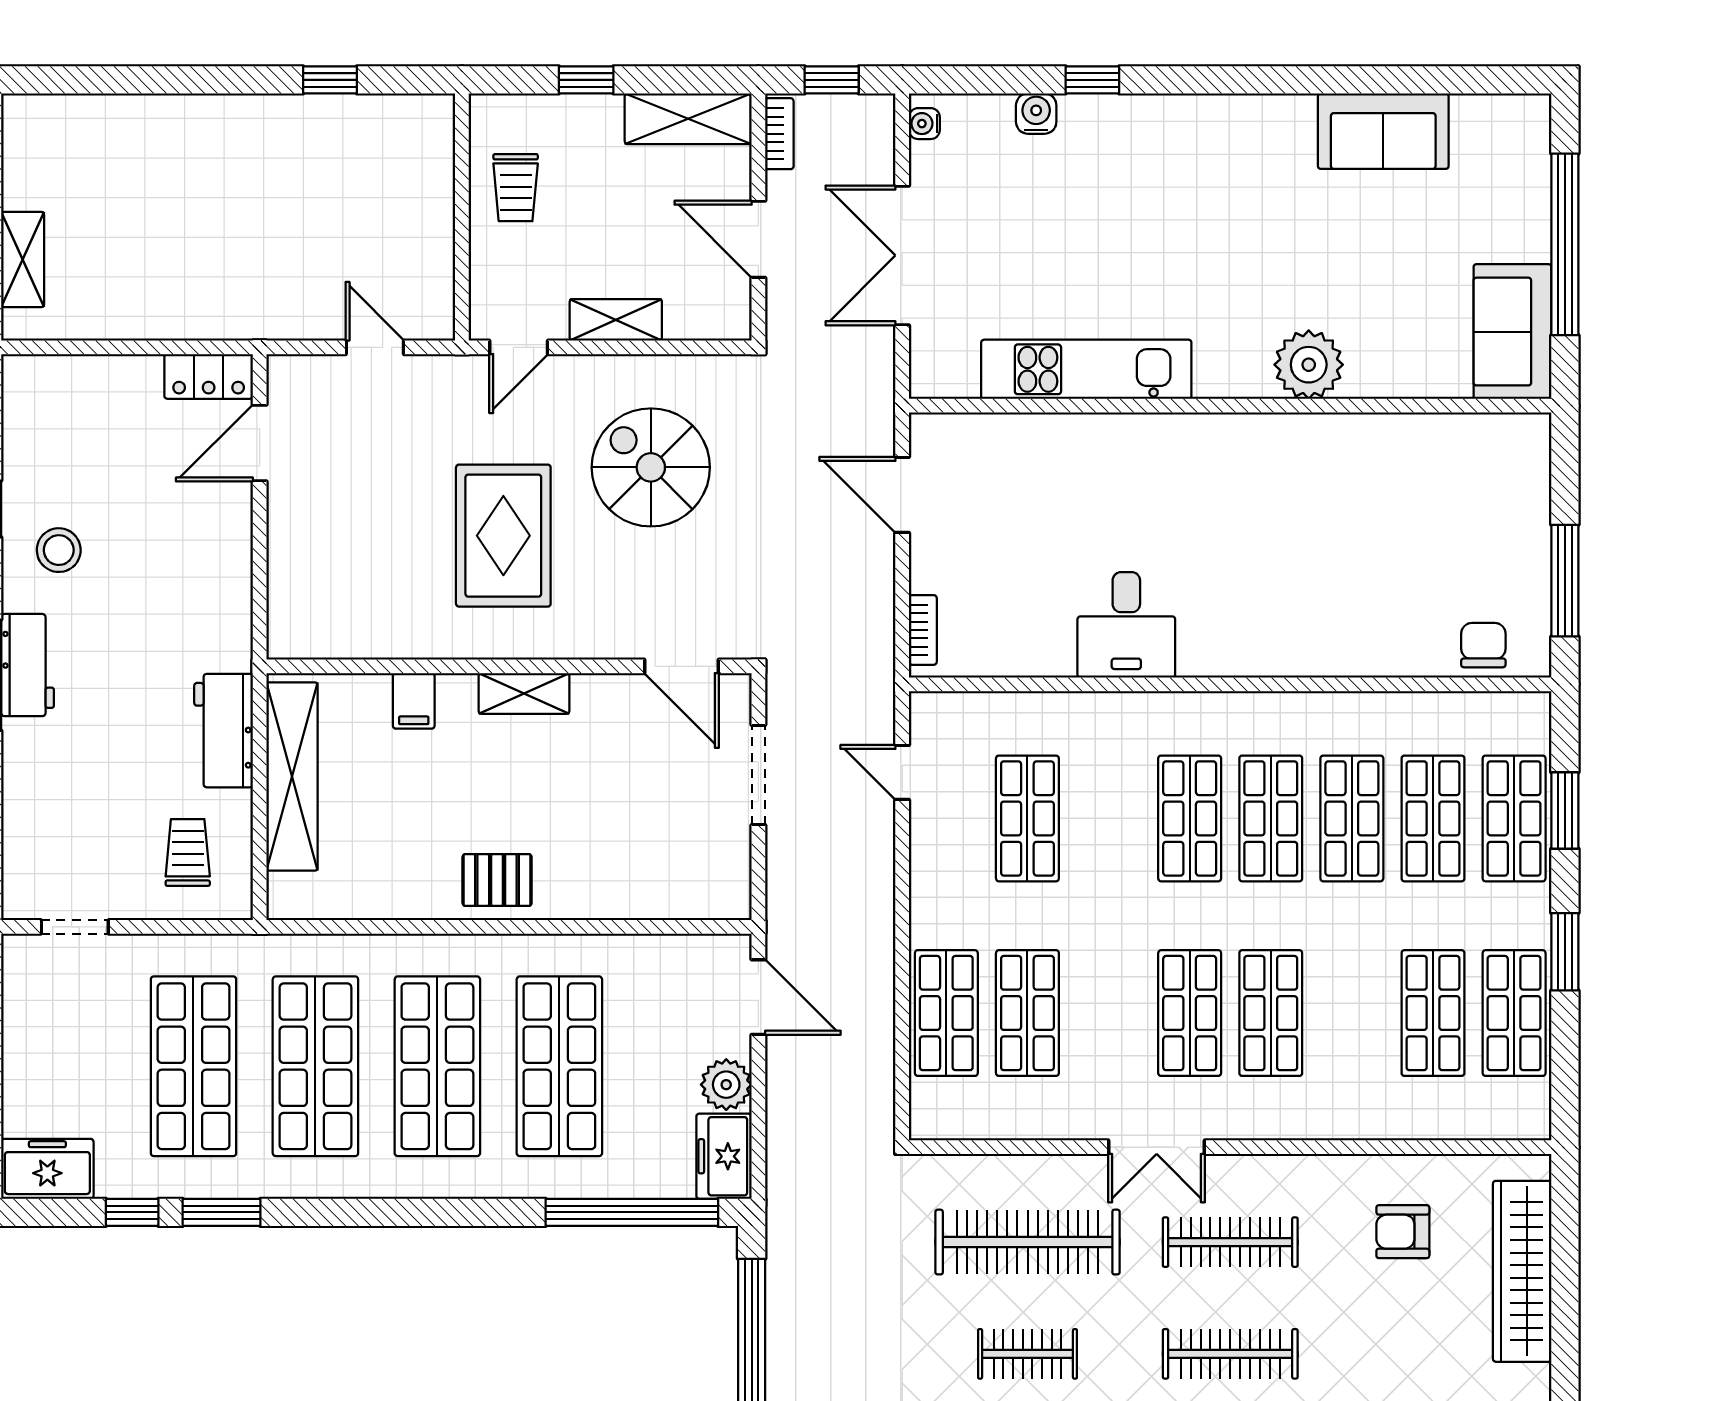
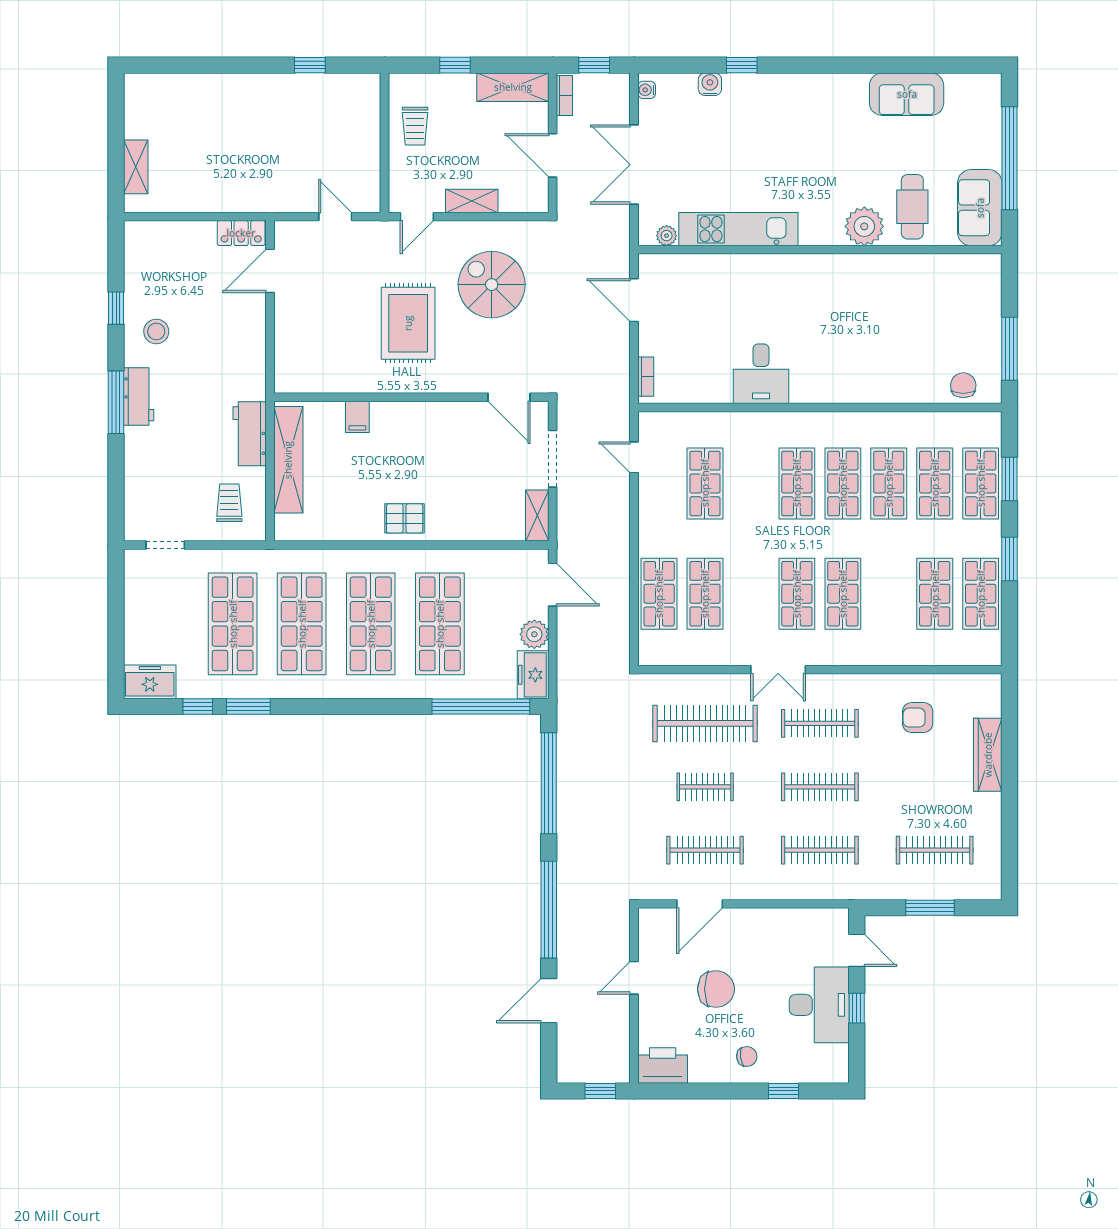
cafe table: (1393, 330) -> (912, 207), added
plant: (960, 381) -> (667, 236), added
shelving: (524, 693) -> (537, 515), moved, turned 90
wardrobe: (1522, 1271) -> (988, 755), width x0.71, depth x0.85

